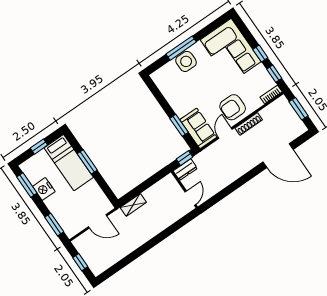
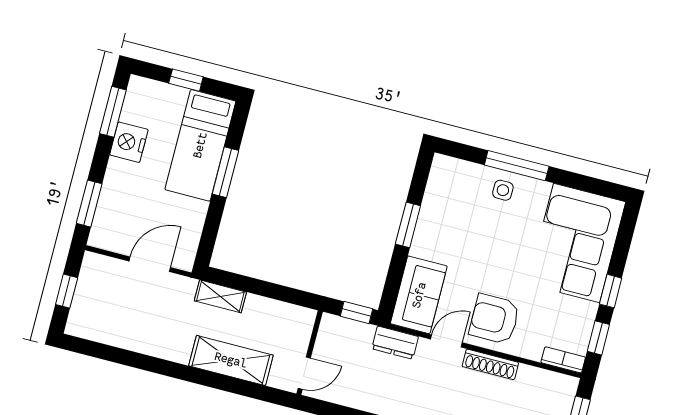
side table: (186, 61) -> (503, 190), width x0.54, depth x0.54
window: (179, 125) -> (408, 225), moved
dresser: (185, 170) -> (395, 343), moved
door: (98, 221) -> (150, 264), swing flipped
shelving: (161, 222) -> (231, 360), added

